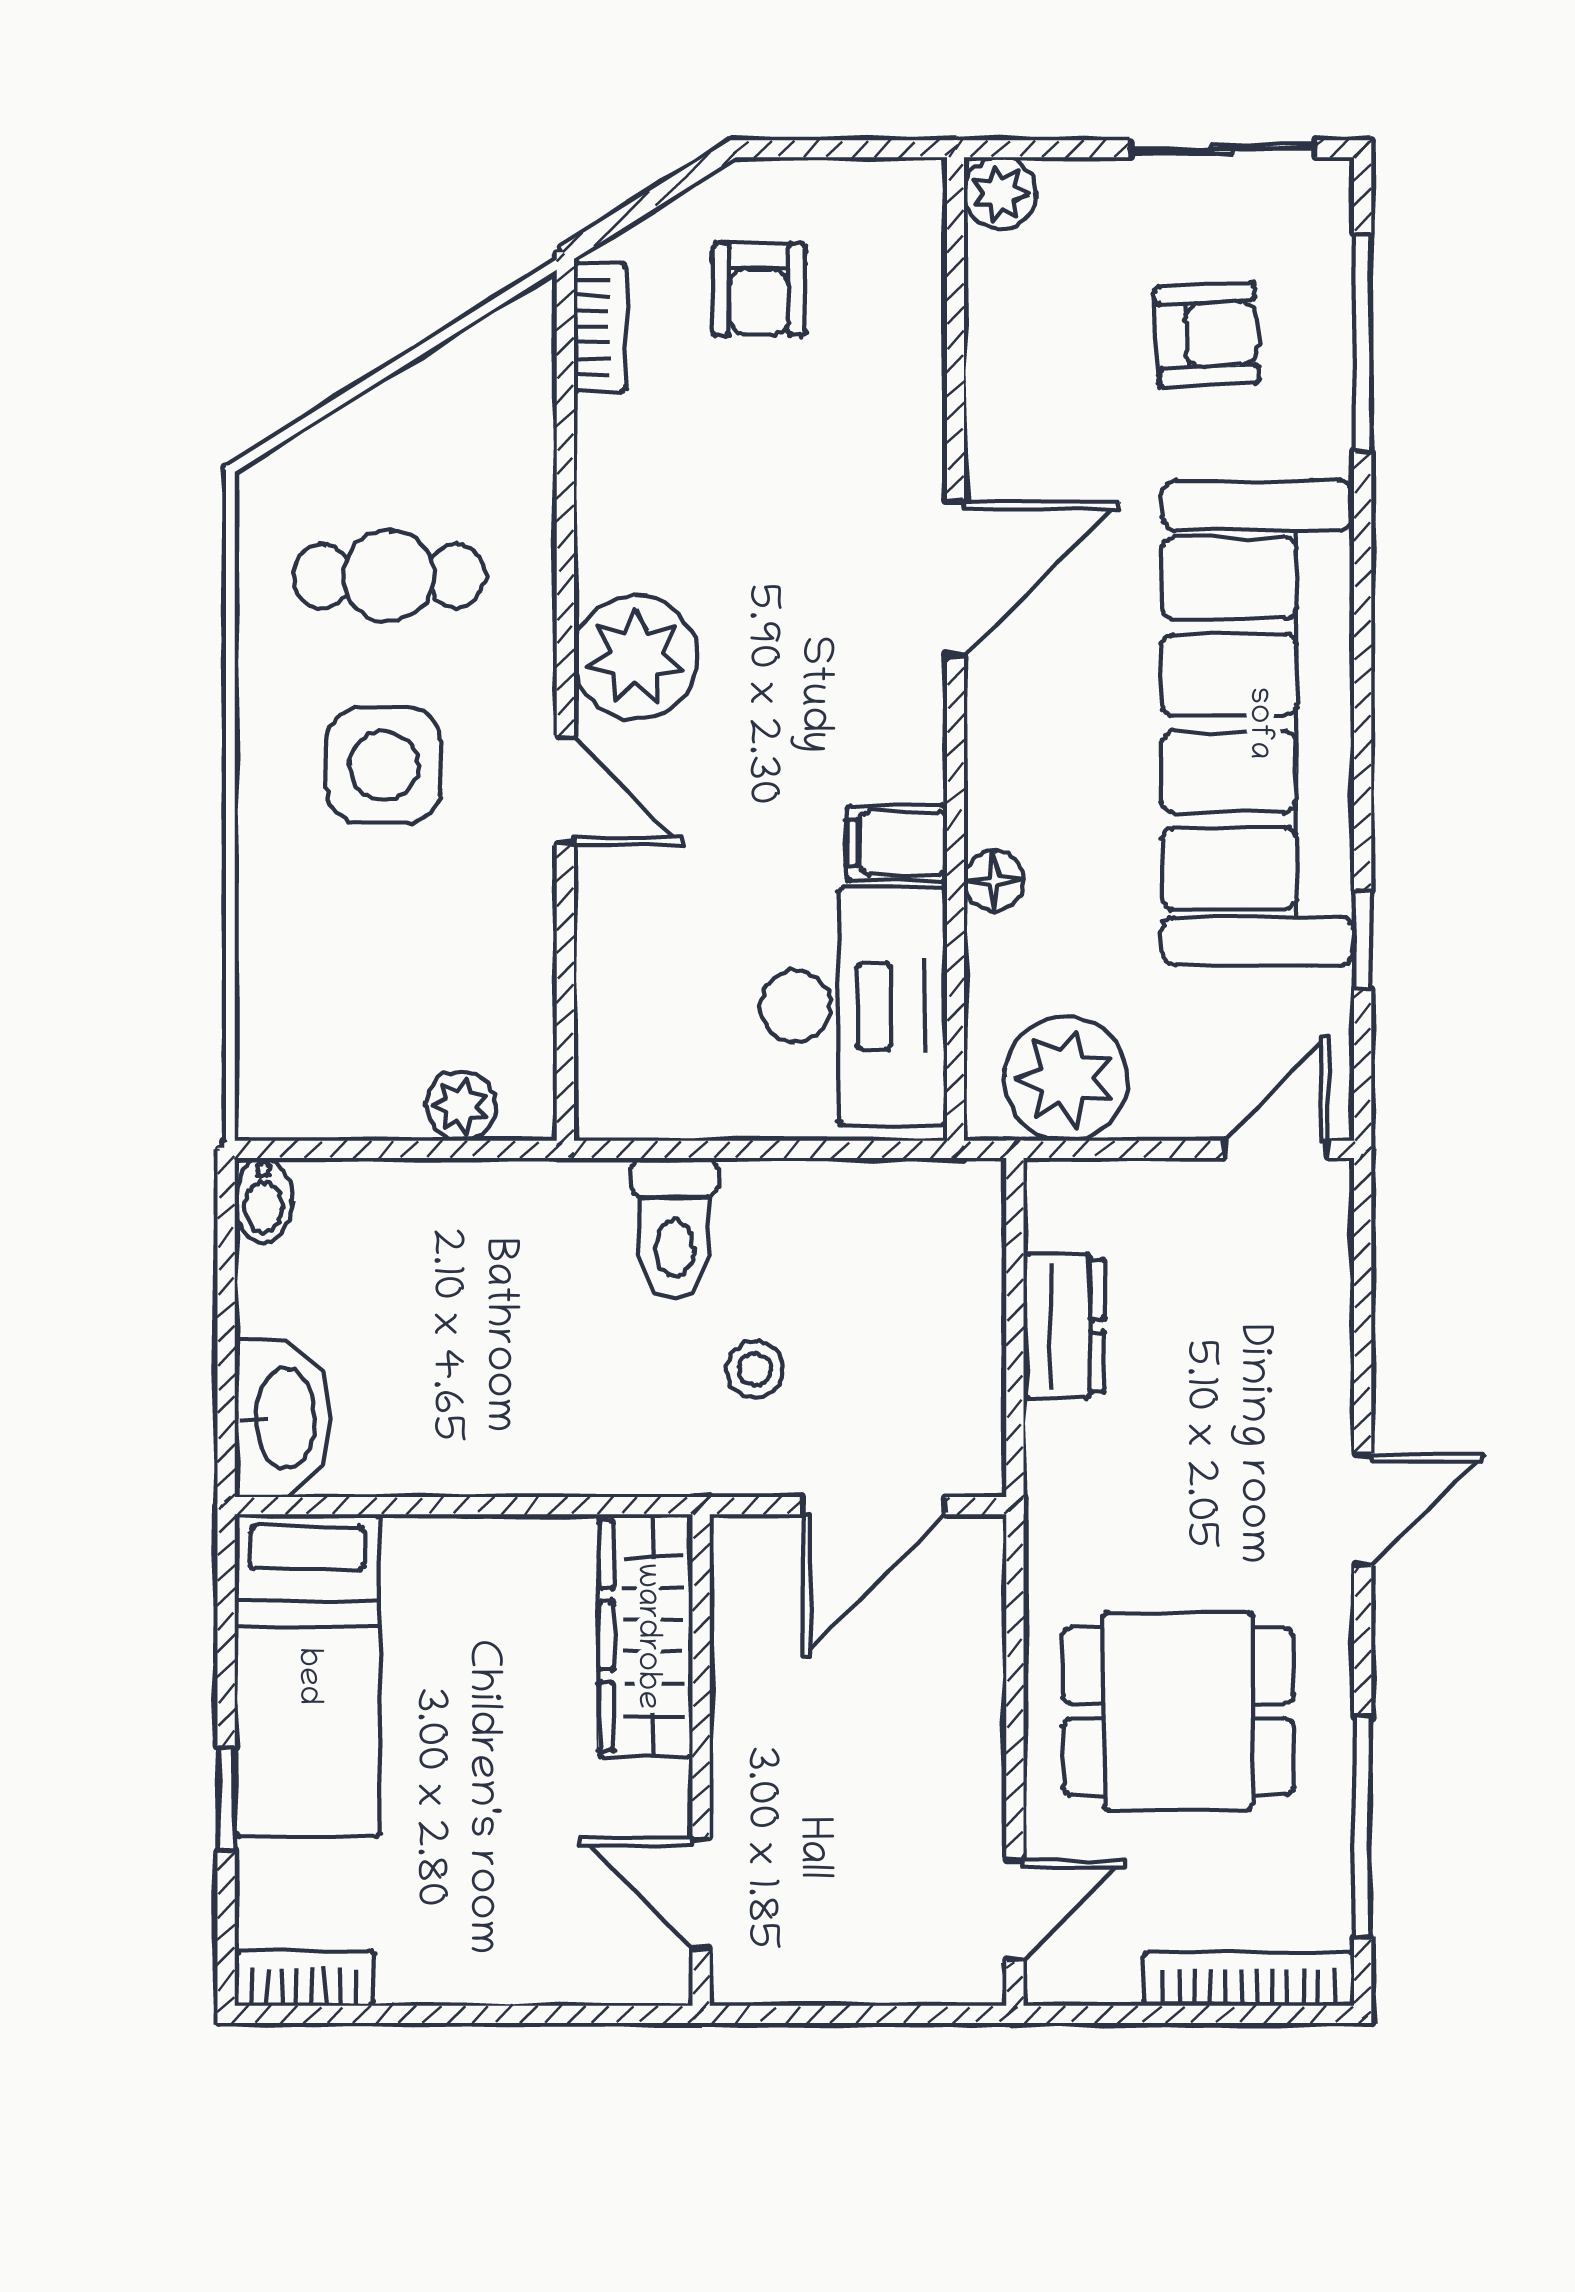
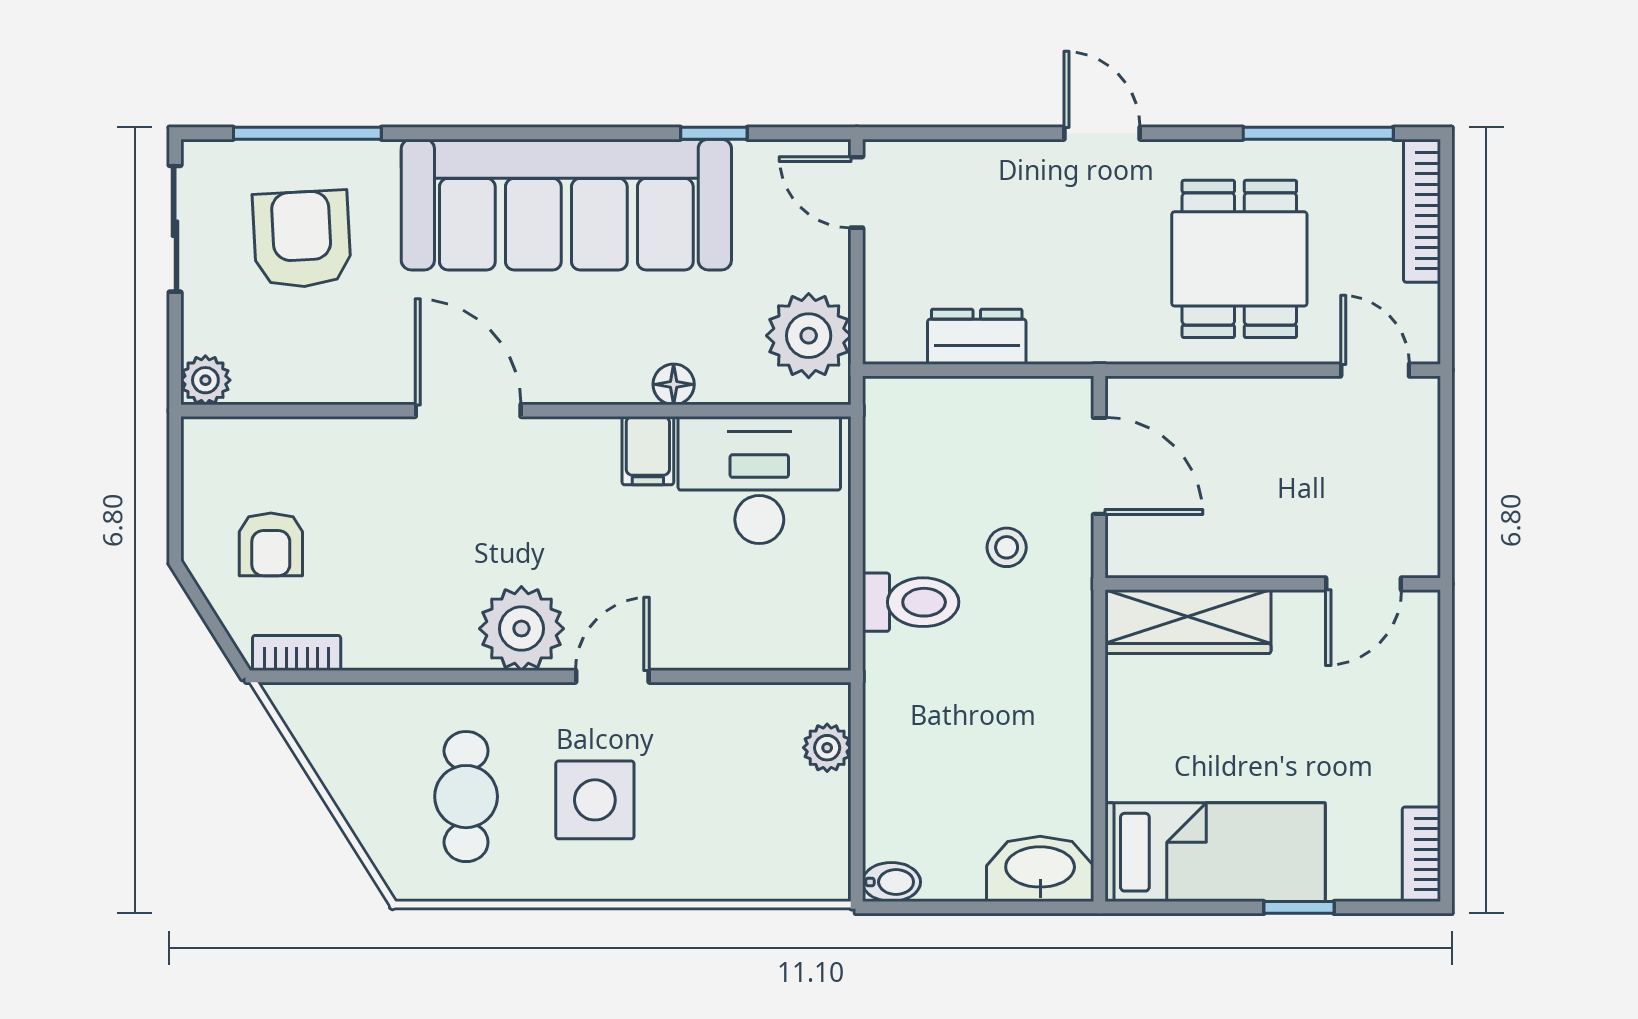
armchair: (759, 289) -> (271, 544), turned 90
armchair: (1207, 335) -> (302, 239), width x1.38, depth x1.38

